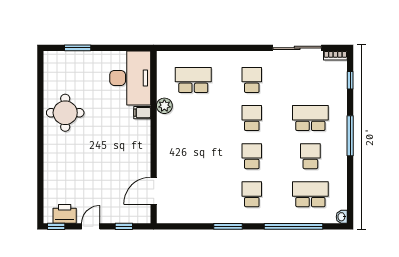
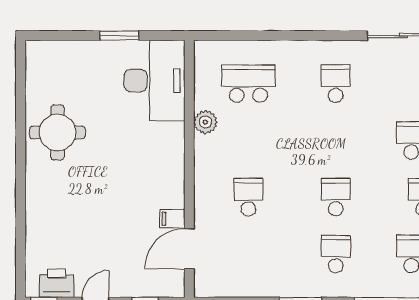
window: (78, 48) -> (120, 36), moved
filing cabinet: (142, 113) -> (172, 219), moved
school desk: (252, 118) -> (248, 197), moved

